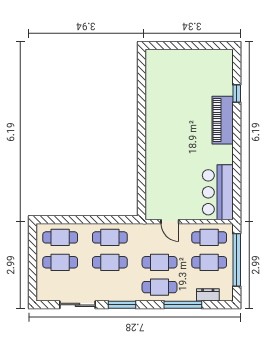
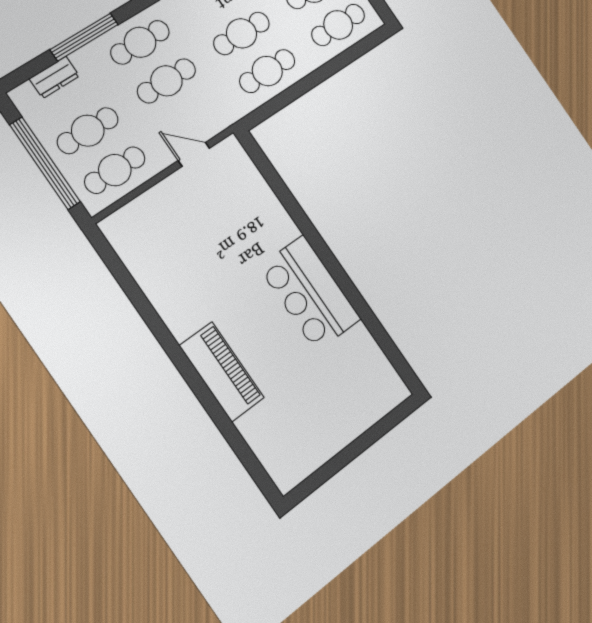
window: (237, 94) -> (229, 431), removed
bar counter: (218, 192) -> (310, 293), moved, turned 180

